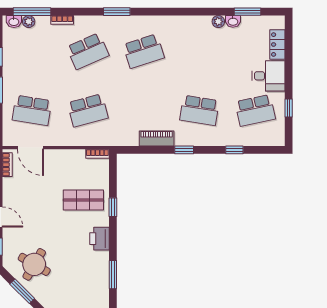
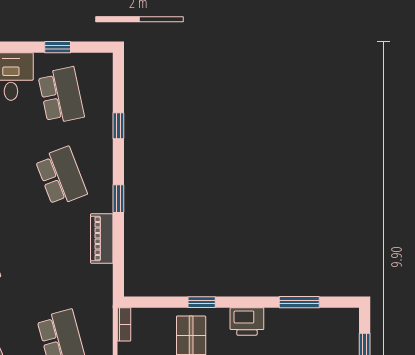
school desk: (199, 110) -> (61, 176), turned -30

